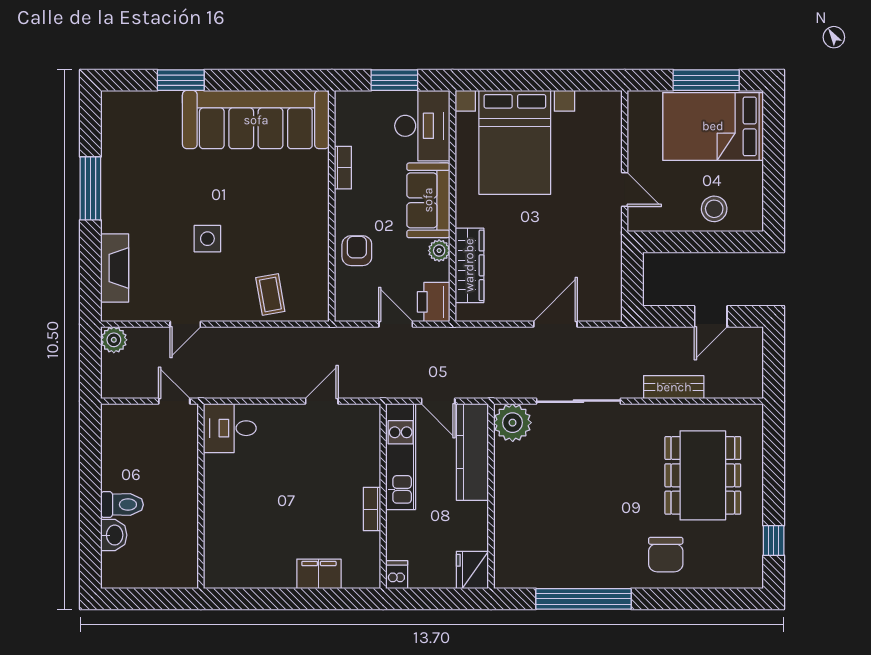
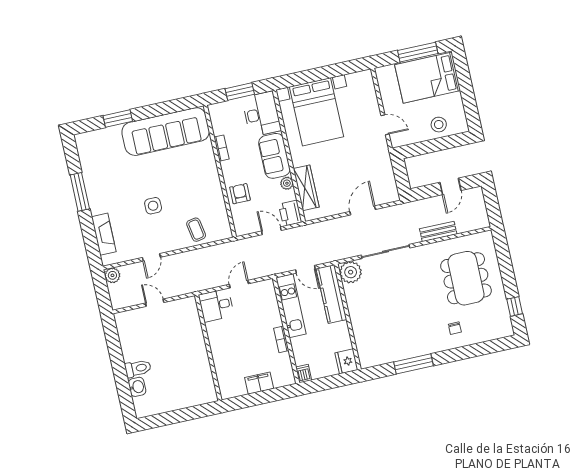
desk: (230, 428) -> (216, 305), moved
wall: (201, 496) -> (208, 348), moved
chair: (666, 555) -> (455, 328), width x0.54, depth x0.54
window: (584, 599) -> (413, 364), width x0.68

